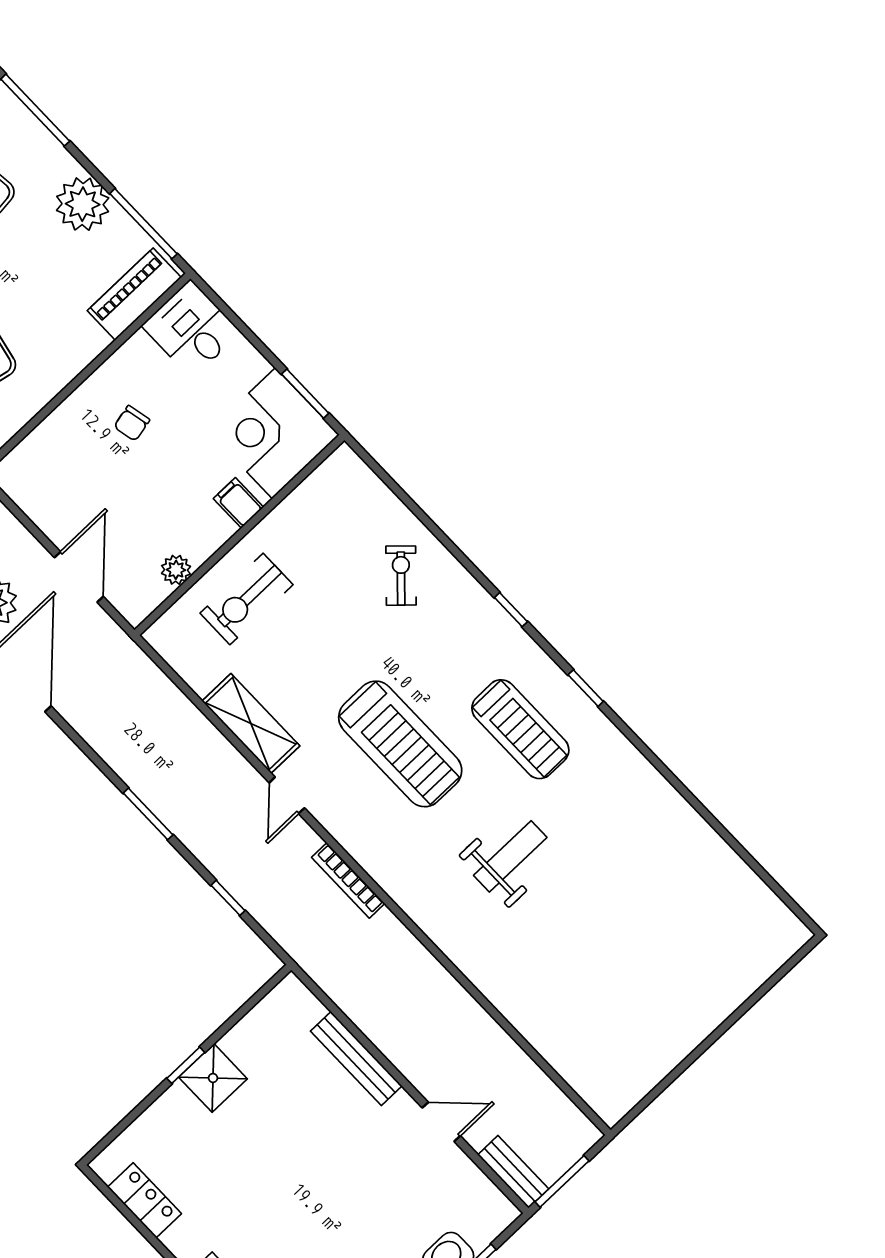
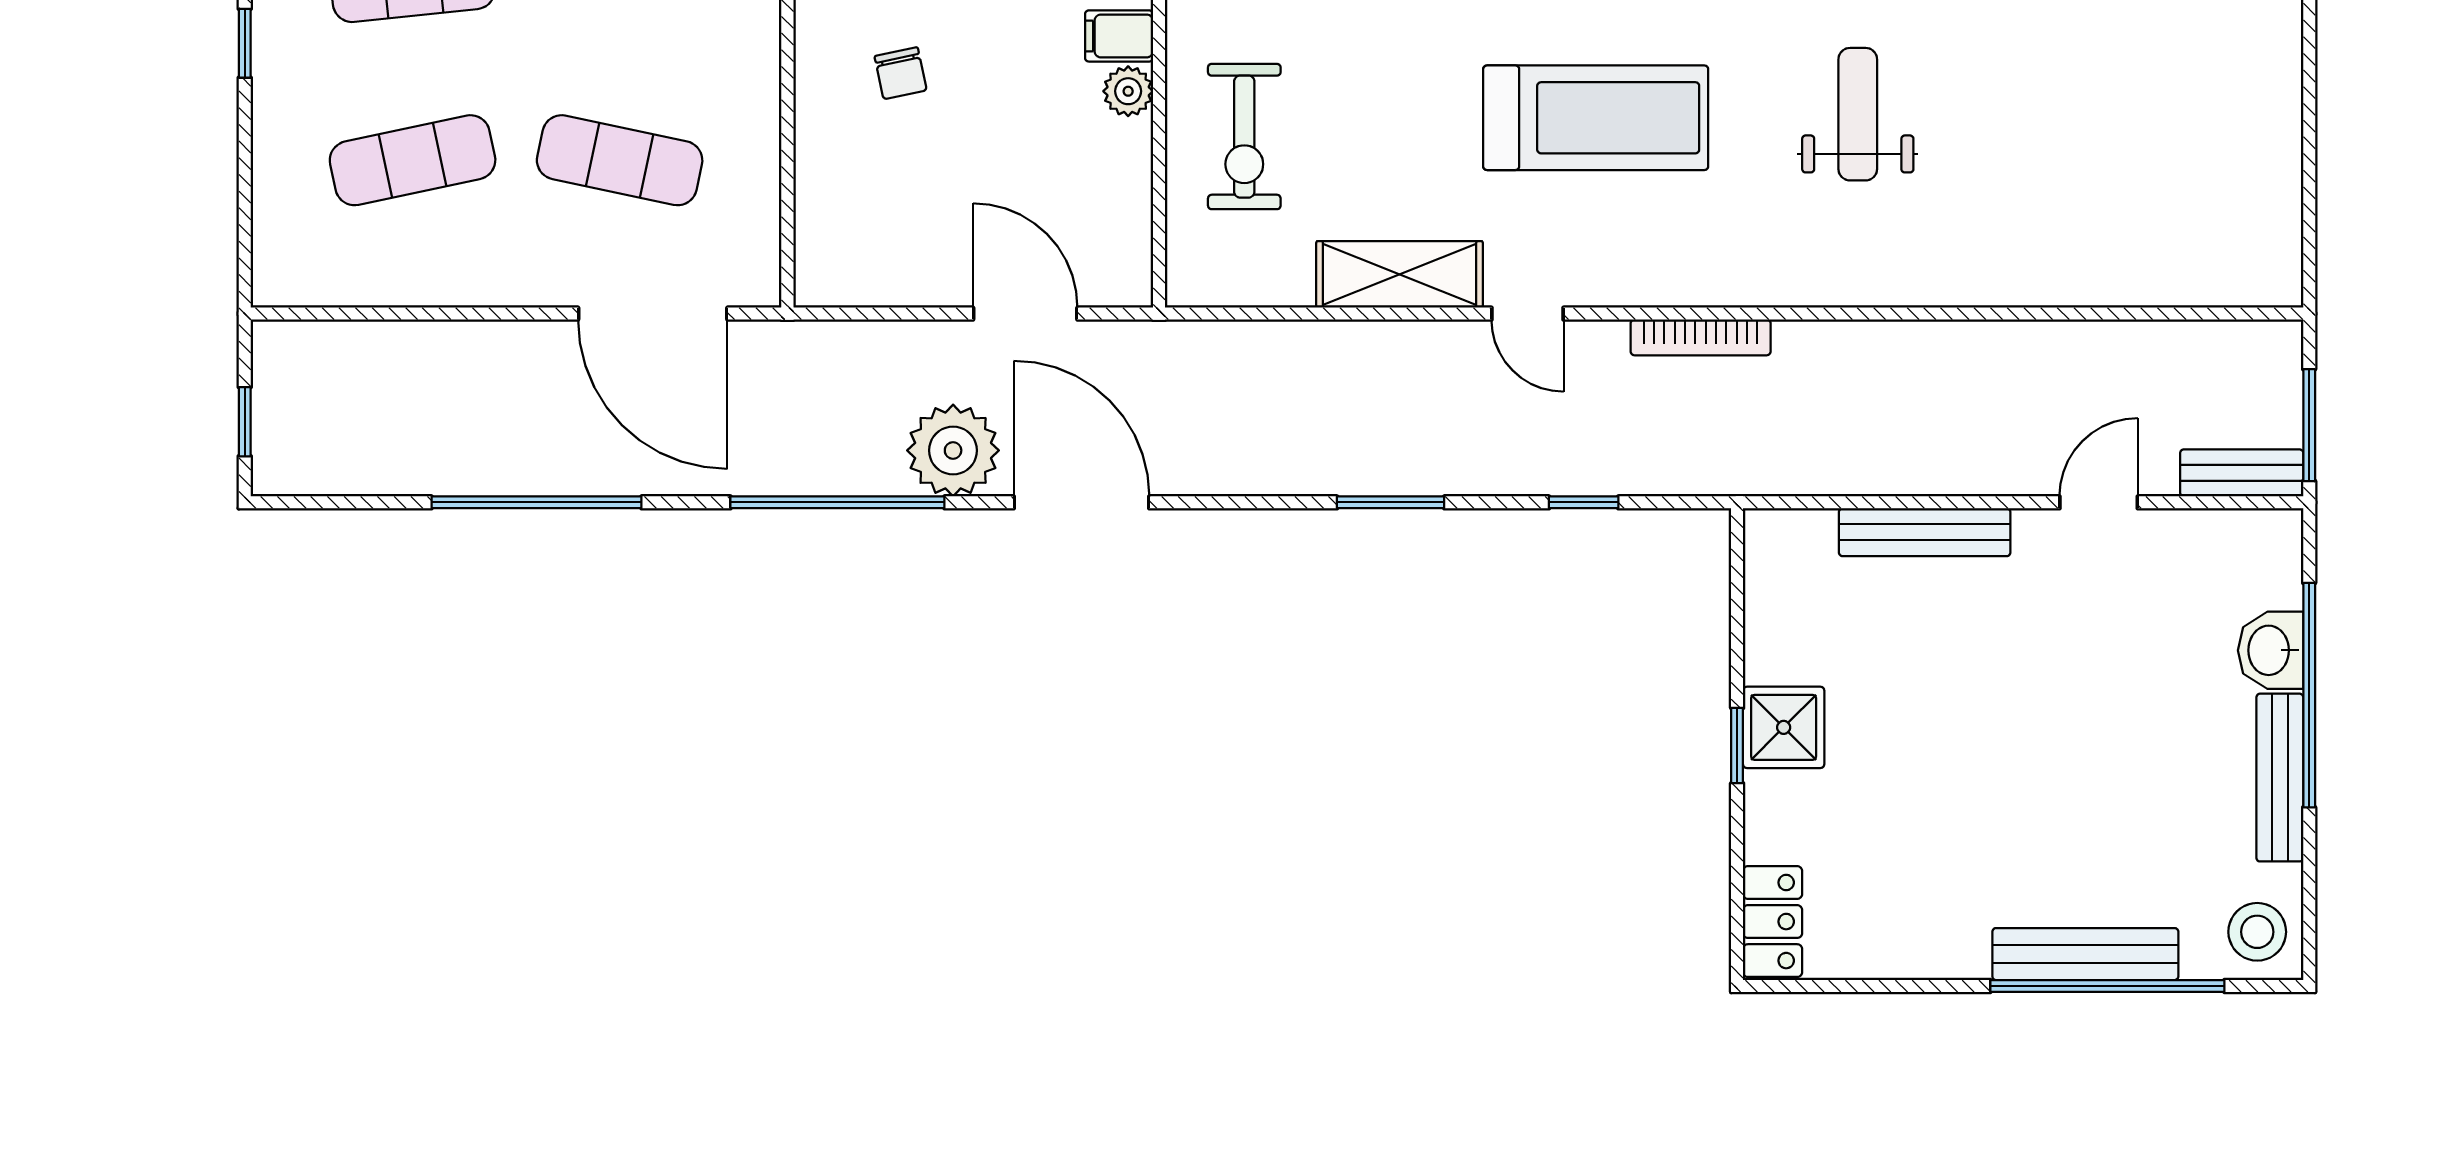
plant: (176, 570) -> (1128, 91), moved
locker: (144, 1200) -> (1773, 922), moved, turned 90

